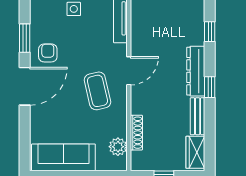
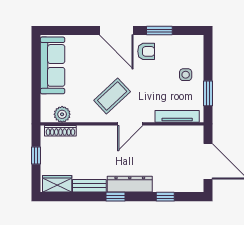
door: (129, 71) -> (130, 124), hinge flipped
coffee table: (97, 91) -> (112, 96), turned -30
shoe rack: (136, 133) -> (60, 131), moved

